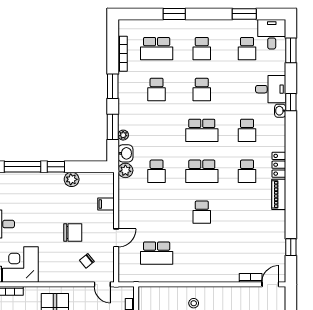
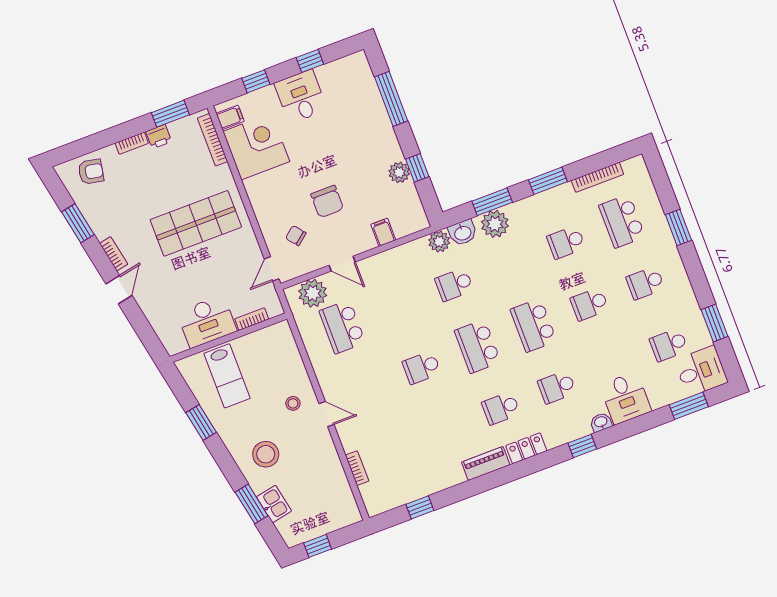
window: (291, 102) -> (582, 446), moved
plant: (123, 135) -> (495, 224), width x1.87, depth x1.87
window: (56, 167) -> (417, 168), moved
plant: (128, 264) -> (313, 293), added
door: (270, 284) -> (326, 414), moved

